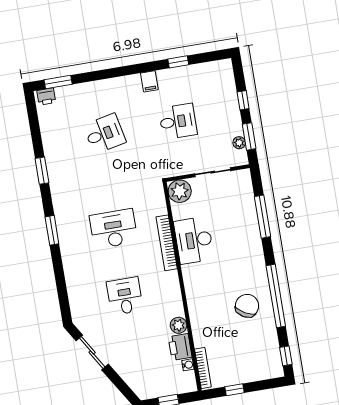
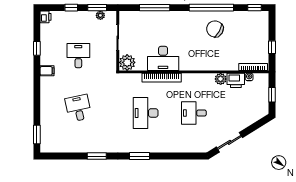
printer: (46, 96) -> (46, 17), moved

